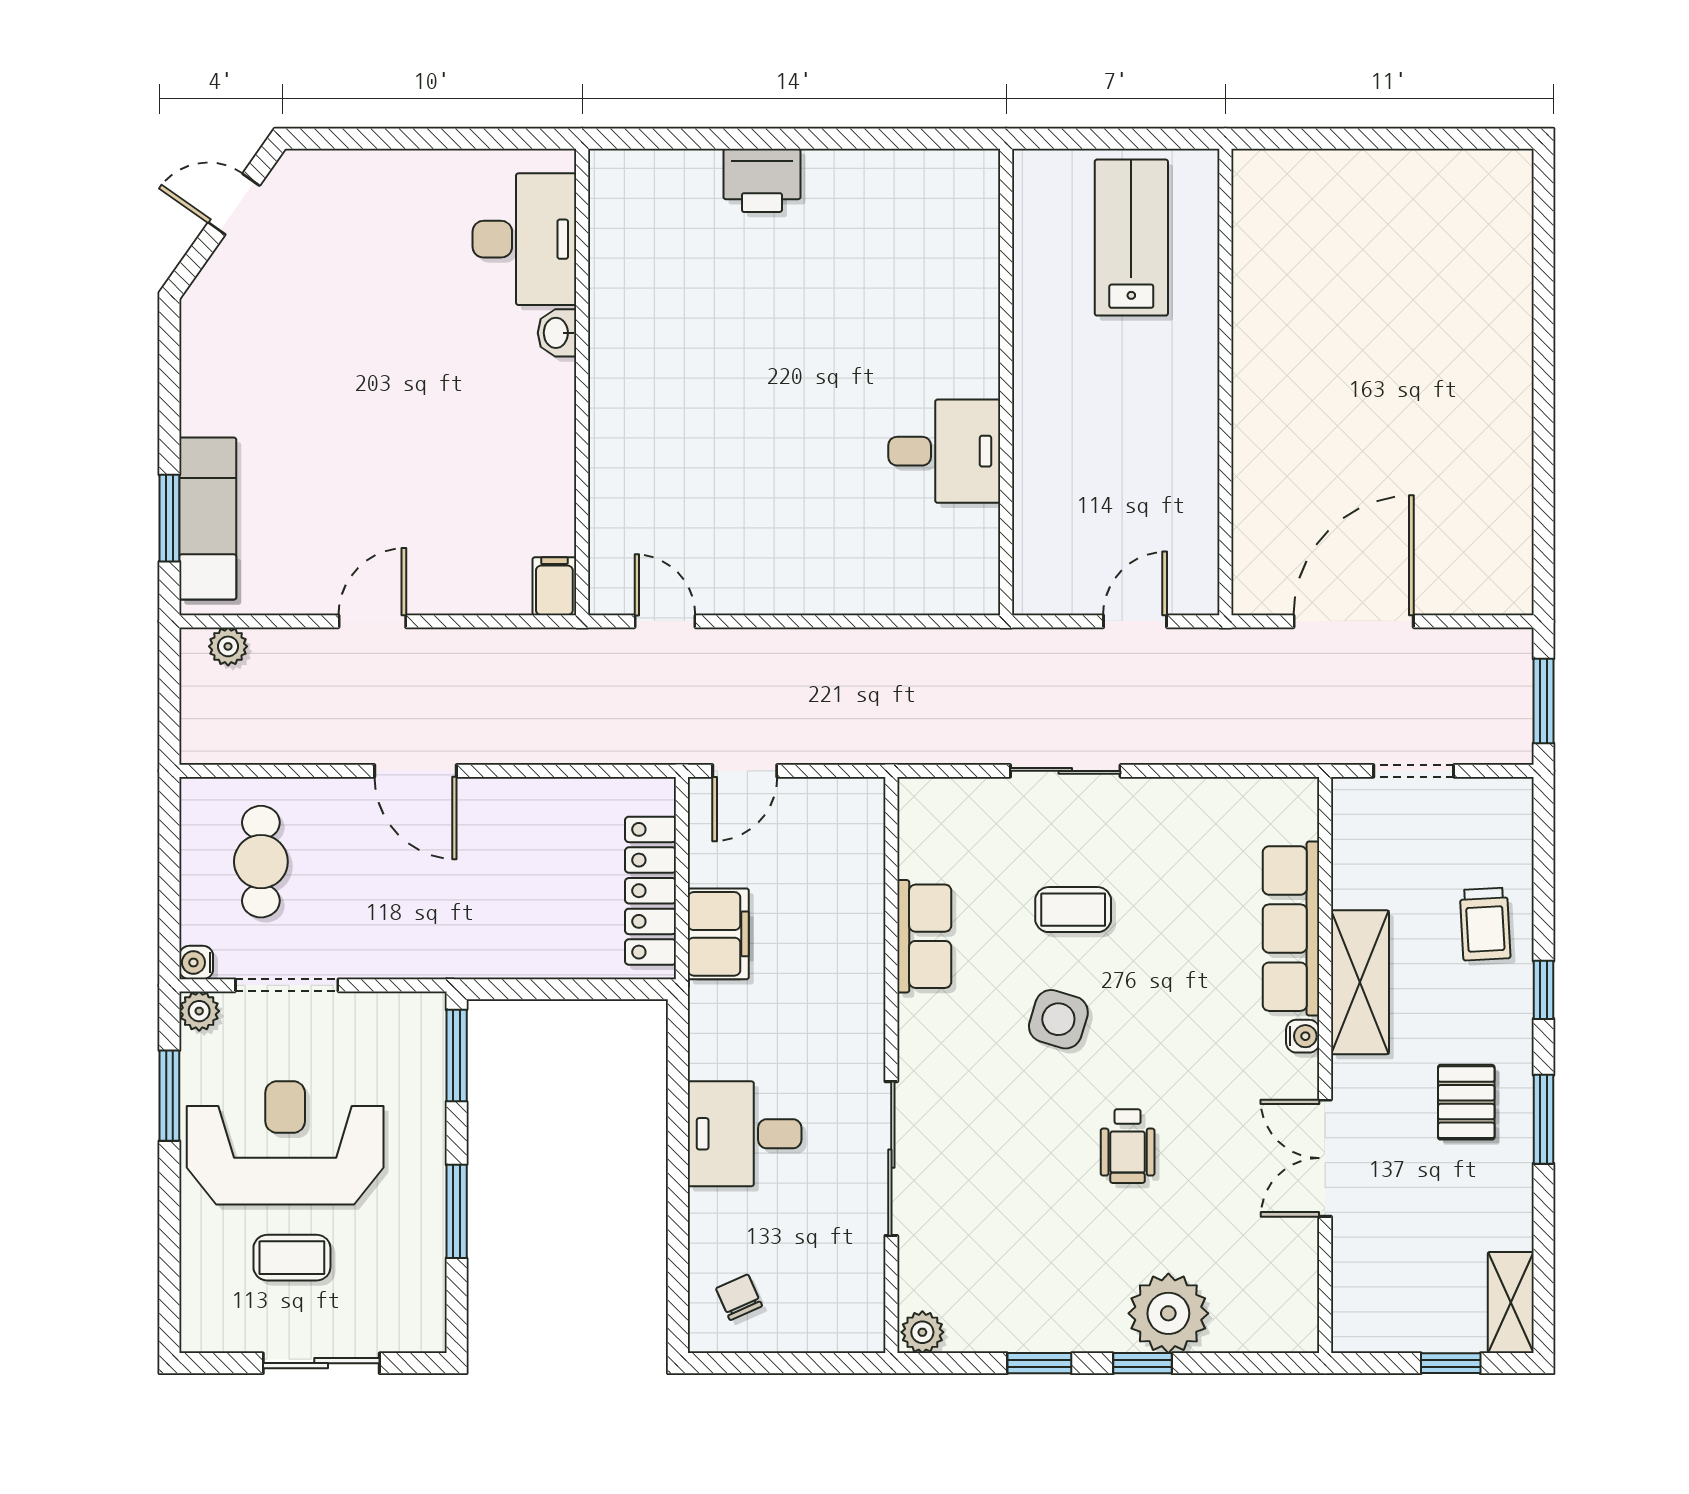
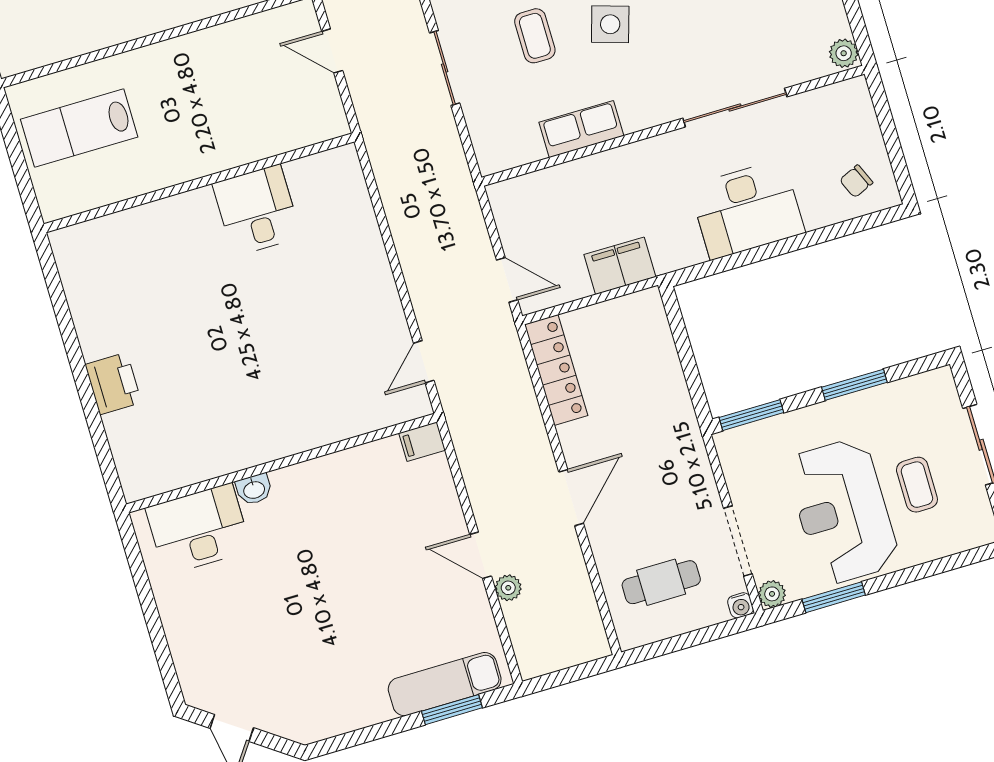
plant: (228, 646) -> (508, 588), moved
locker: (651, 891) -> (556, 370), moved, turned -90
desk: (745, 1134) -> (747, 209), width x1.37

